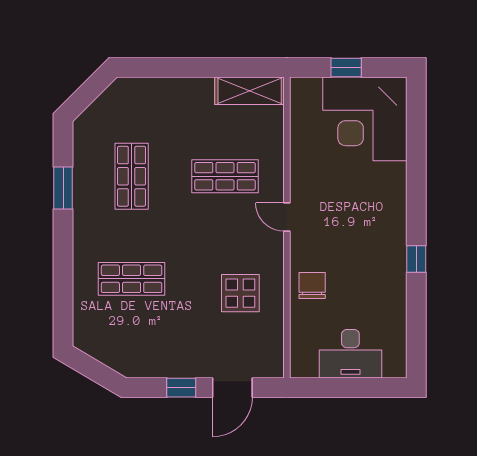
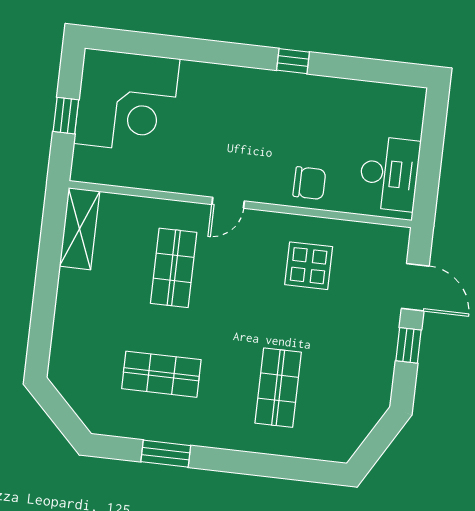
chair: (312, 285) -> (309, 183), turned 180
desk: (350, 354) -> (389, 174), moved

